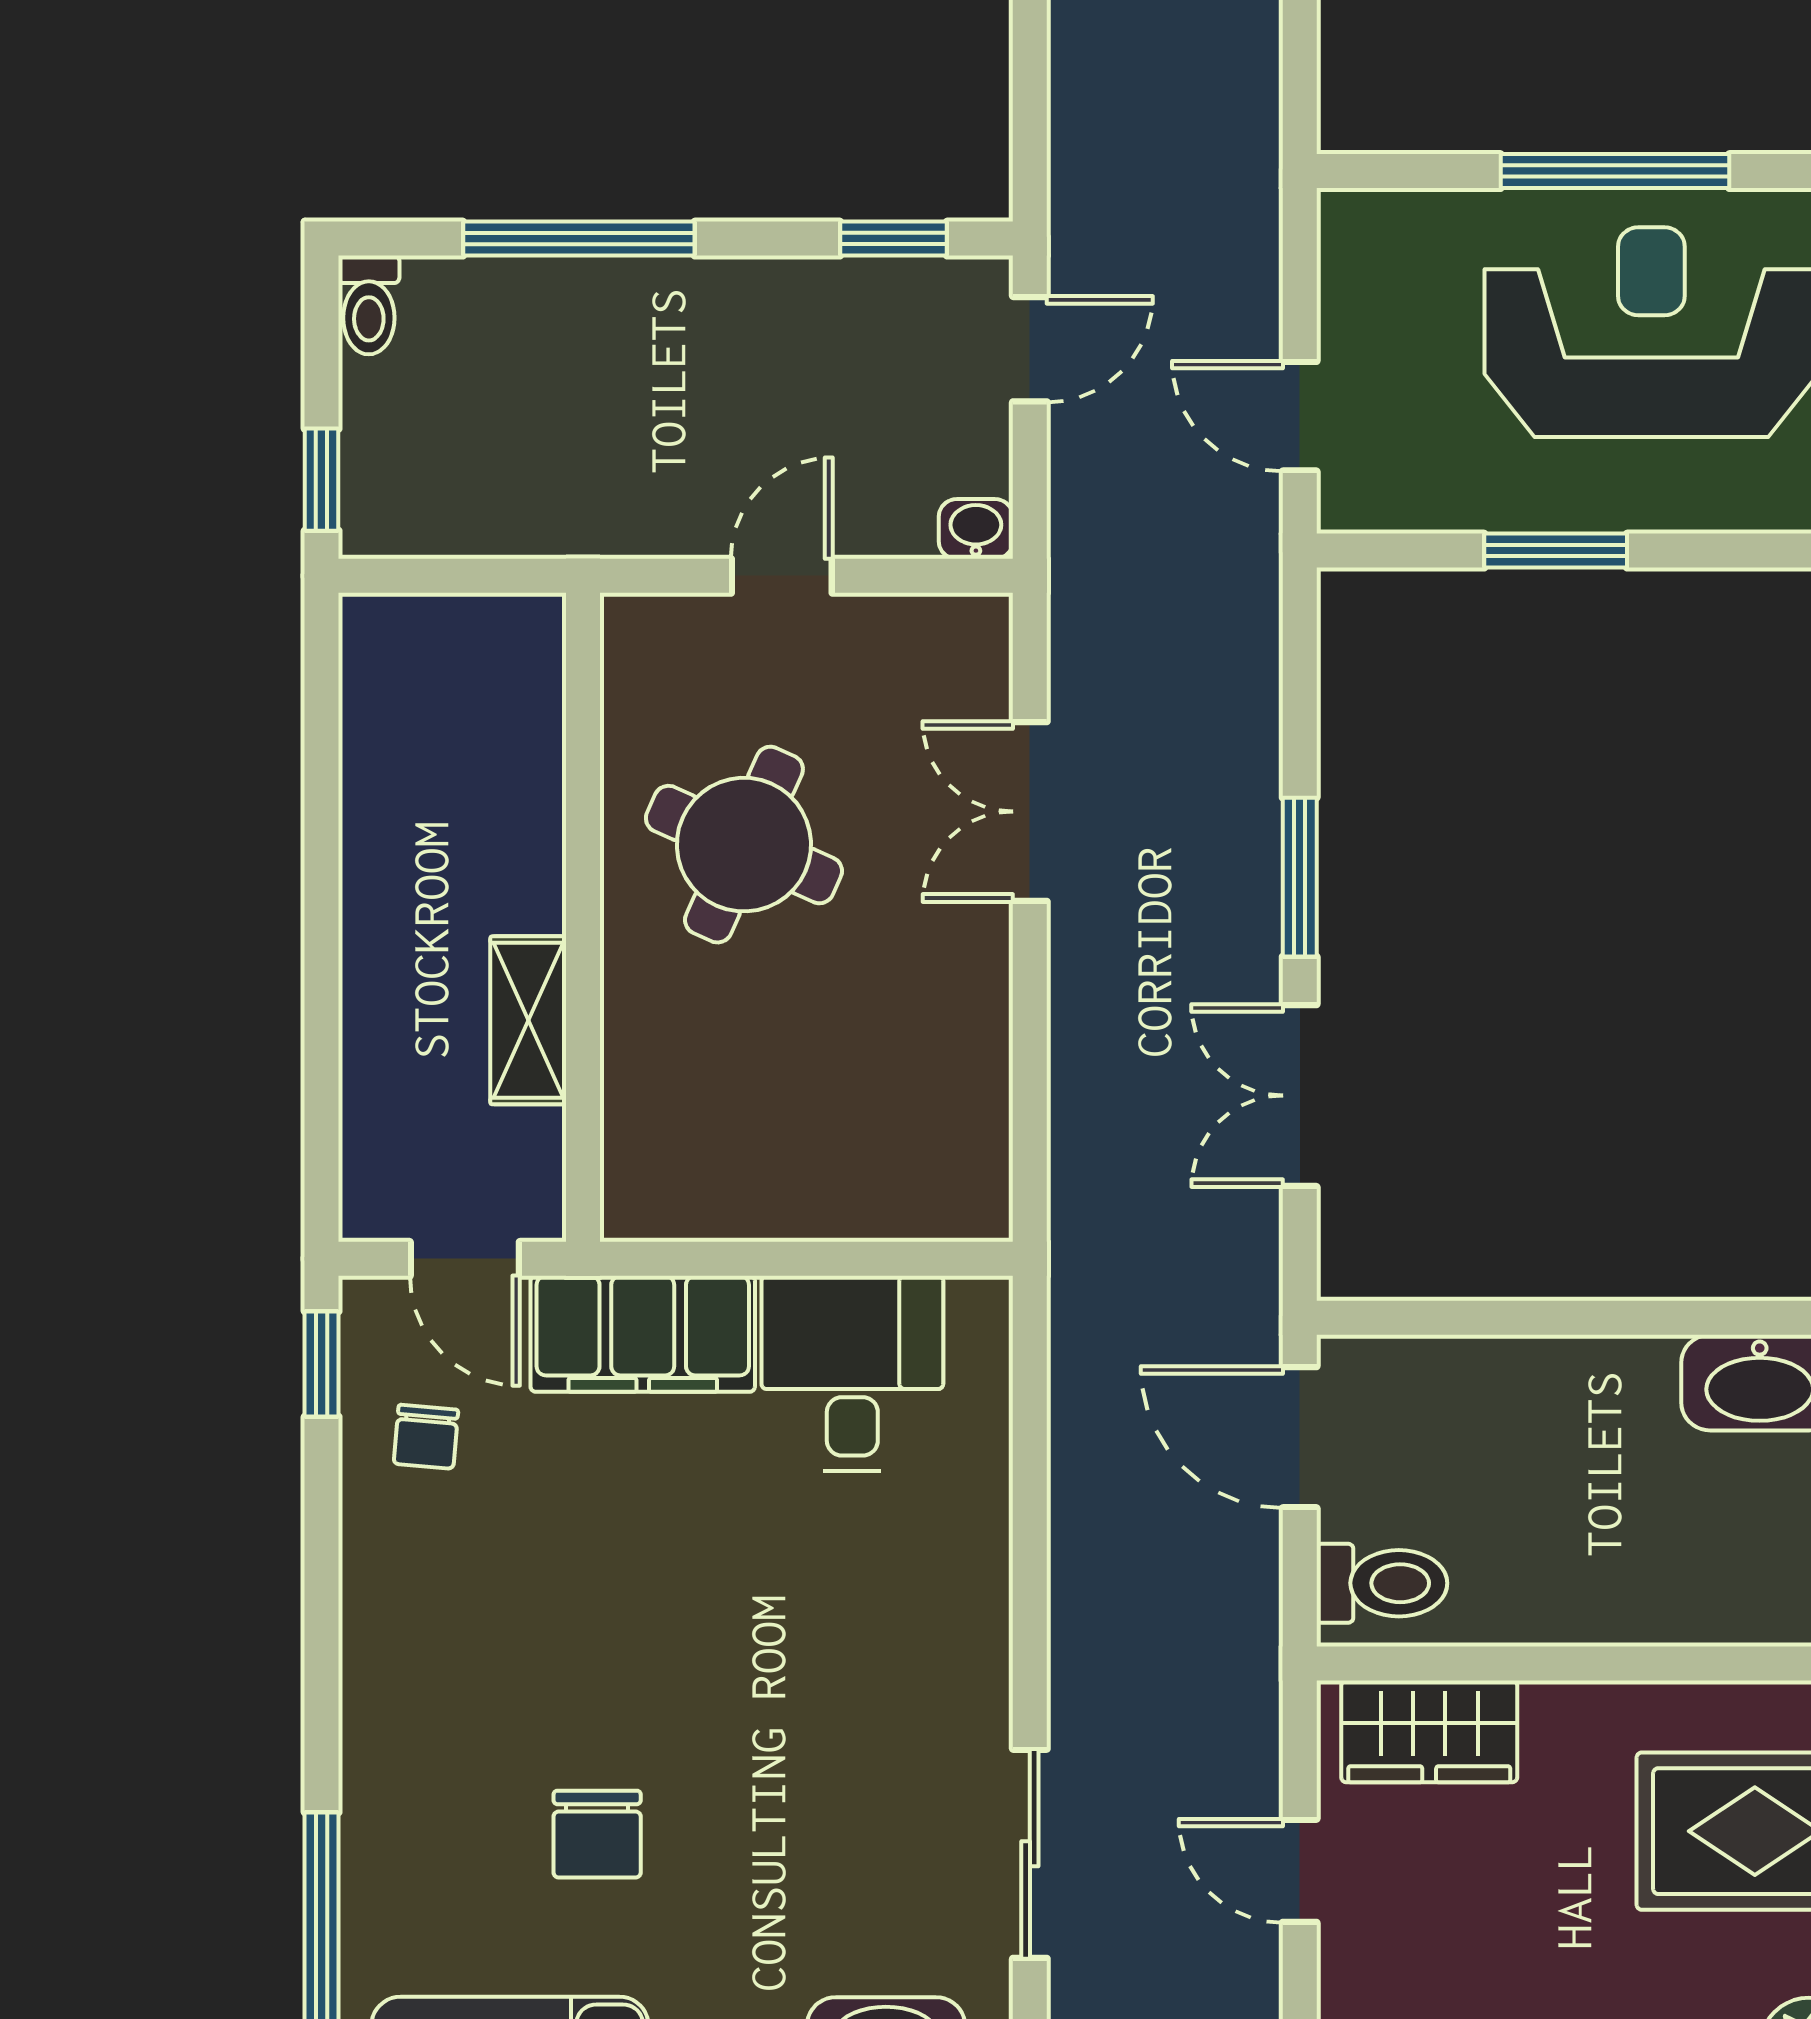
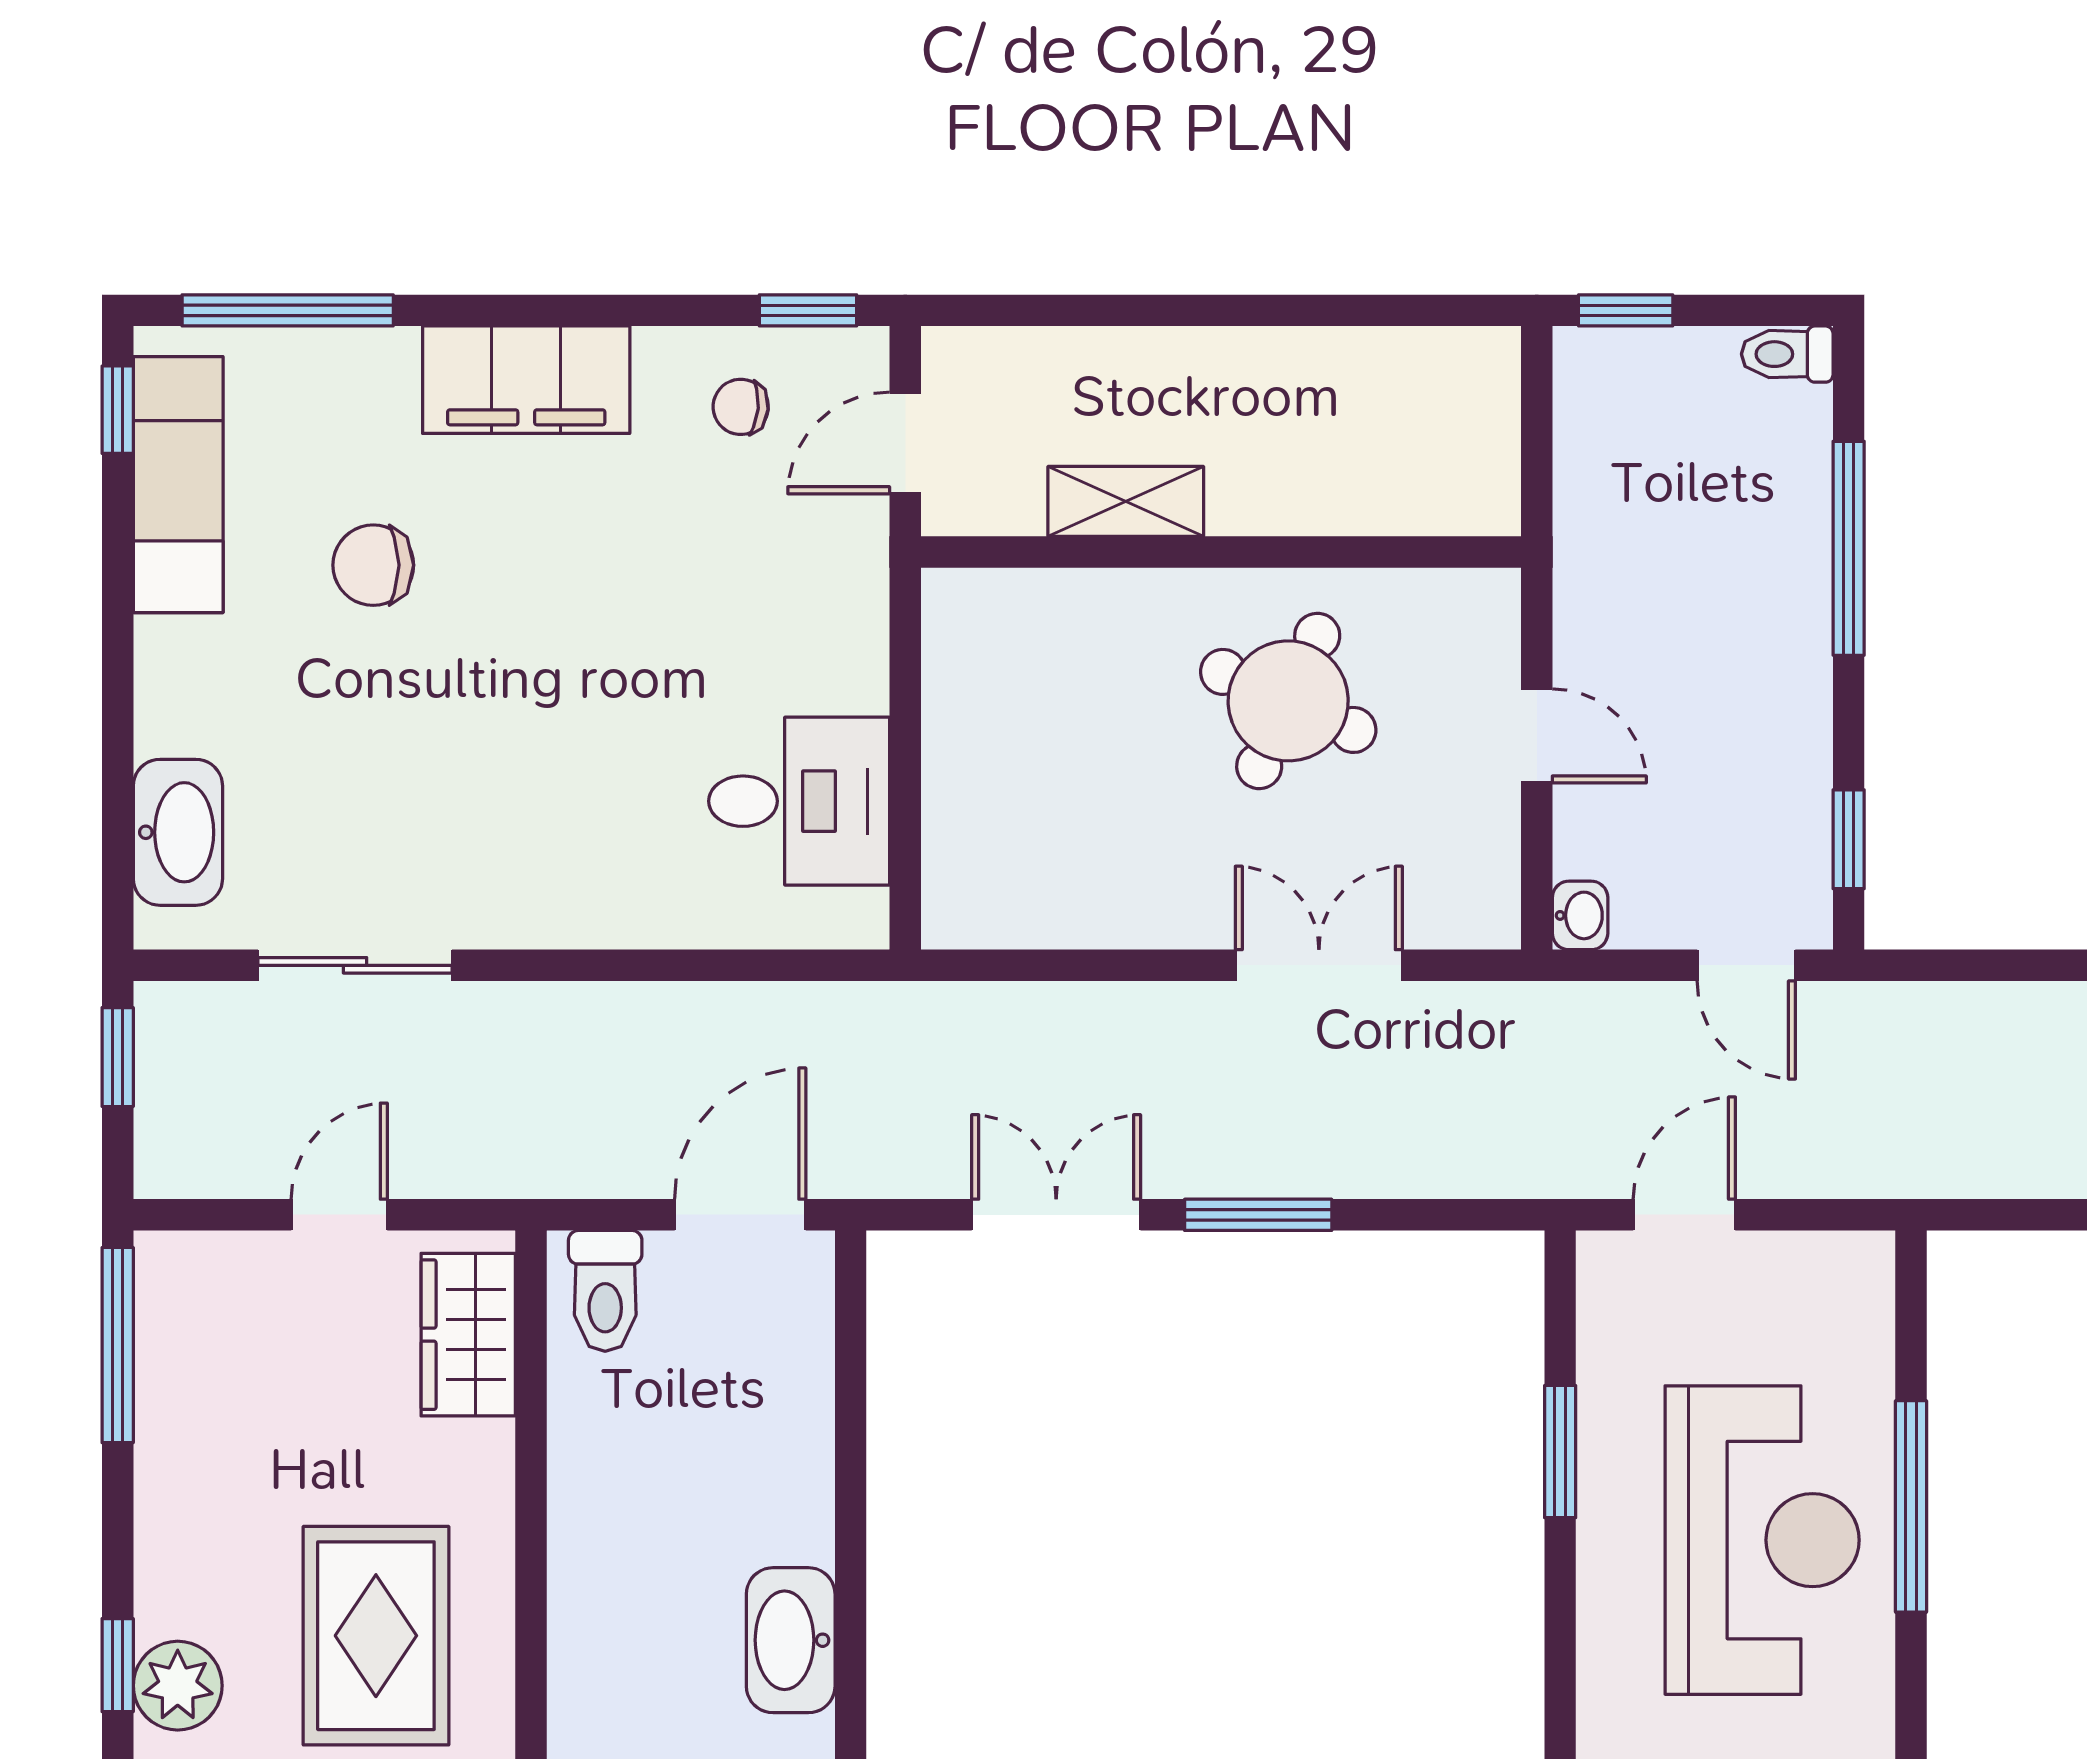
filing cabinet: (643, 1334) -> (526, 380), moved, turned -90

